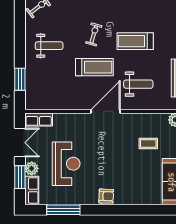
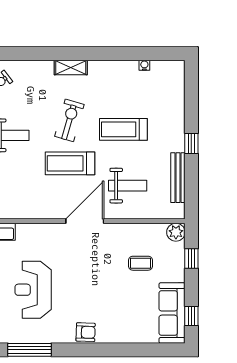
exercise bike: (94, 34) -> (69, 120), width x1.38, depth x1.39
treadmill: (94, 67) -> (70, 163), turned 180
reception desk: (66, 164) -> (33, 290), turned 180

